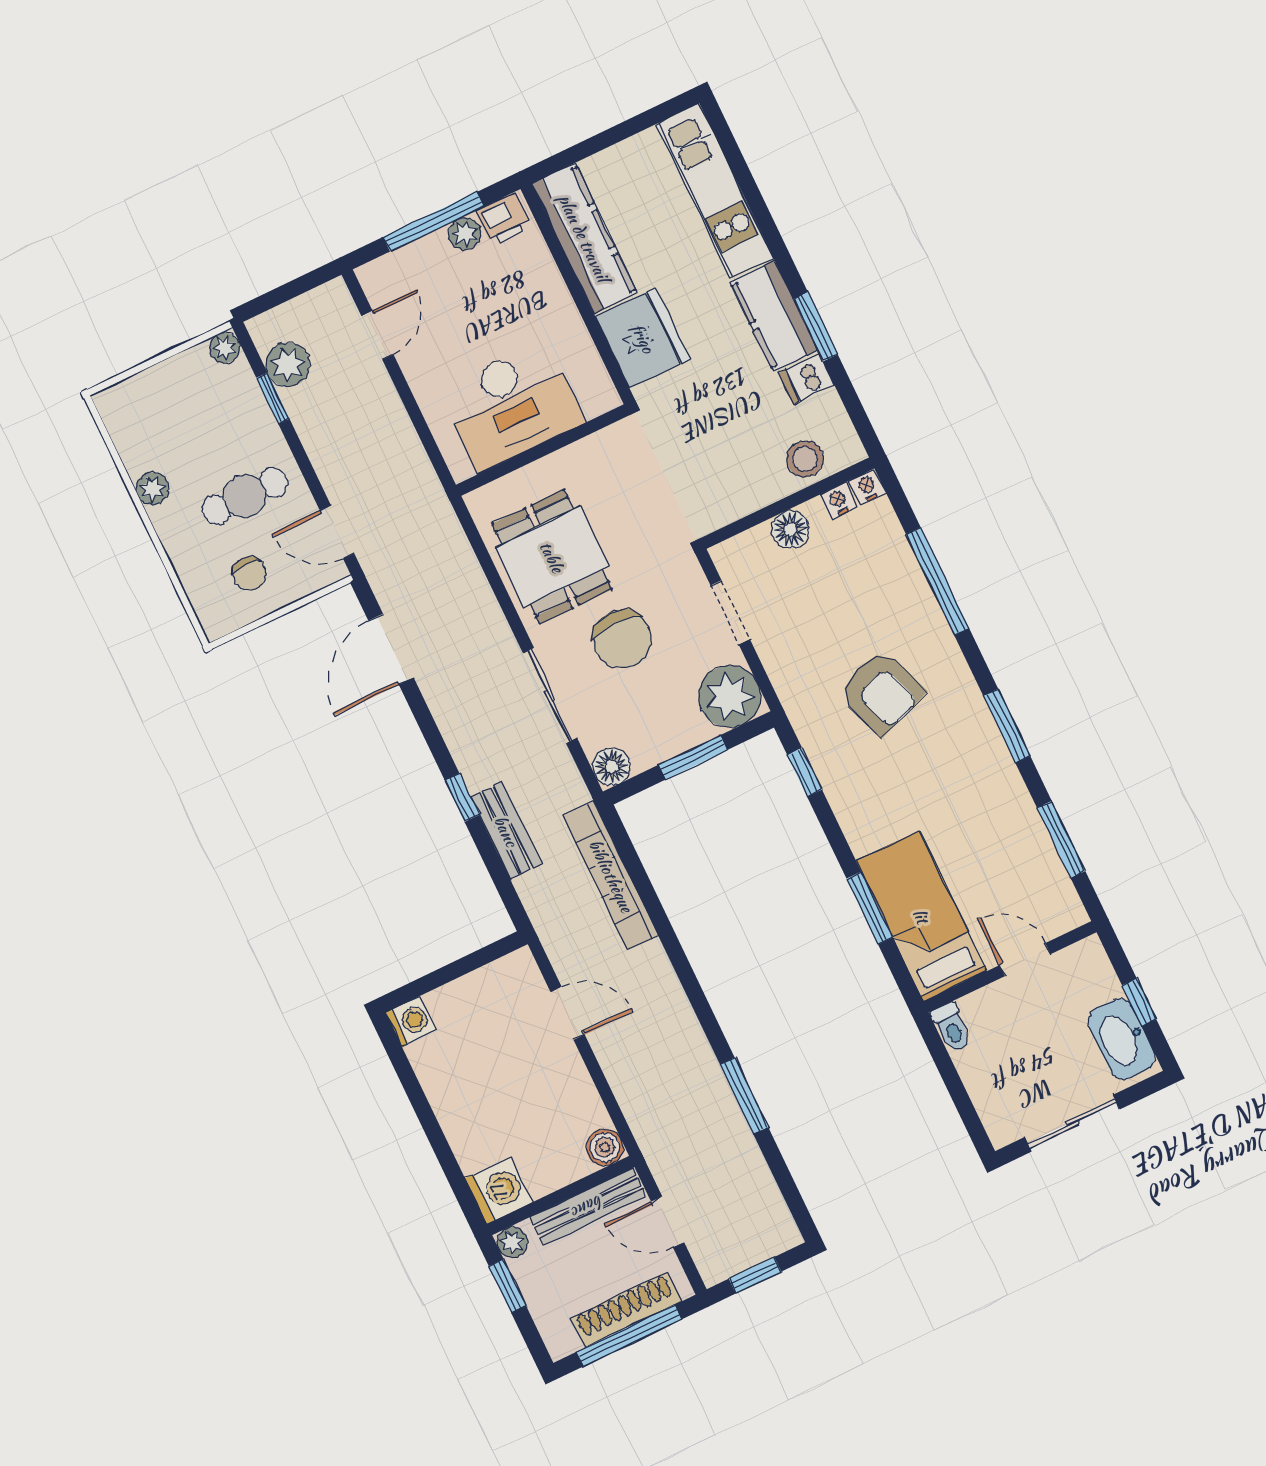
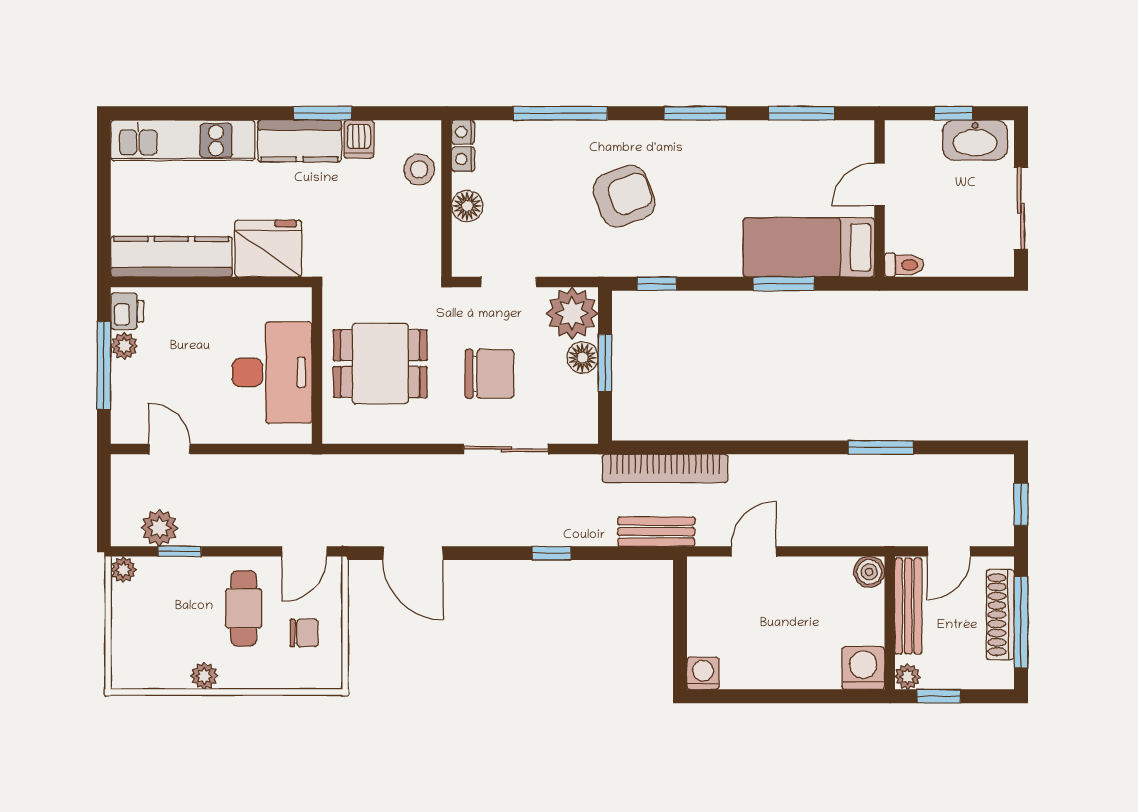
dining table: (552, 557) -> (380, 364), moved
floor lamp: (612, 767) -> (582, 358), moved
bench: (506, 831) -> (656, 532), moved

